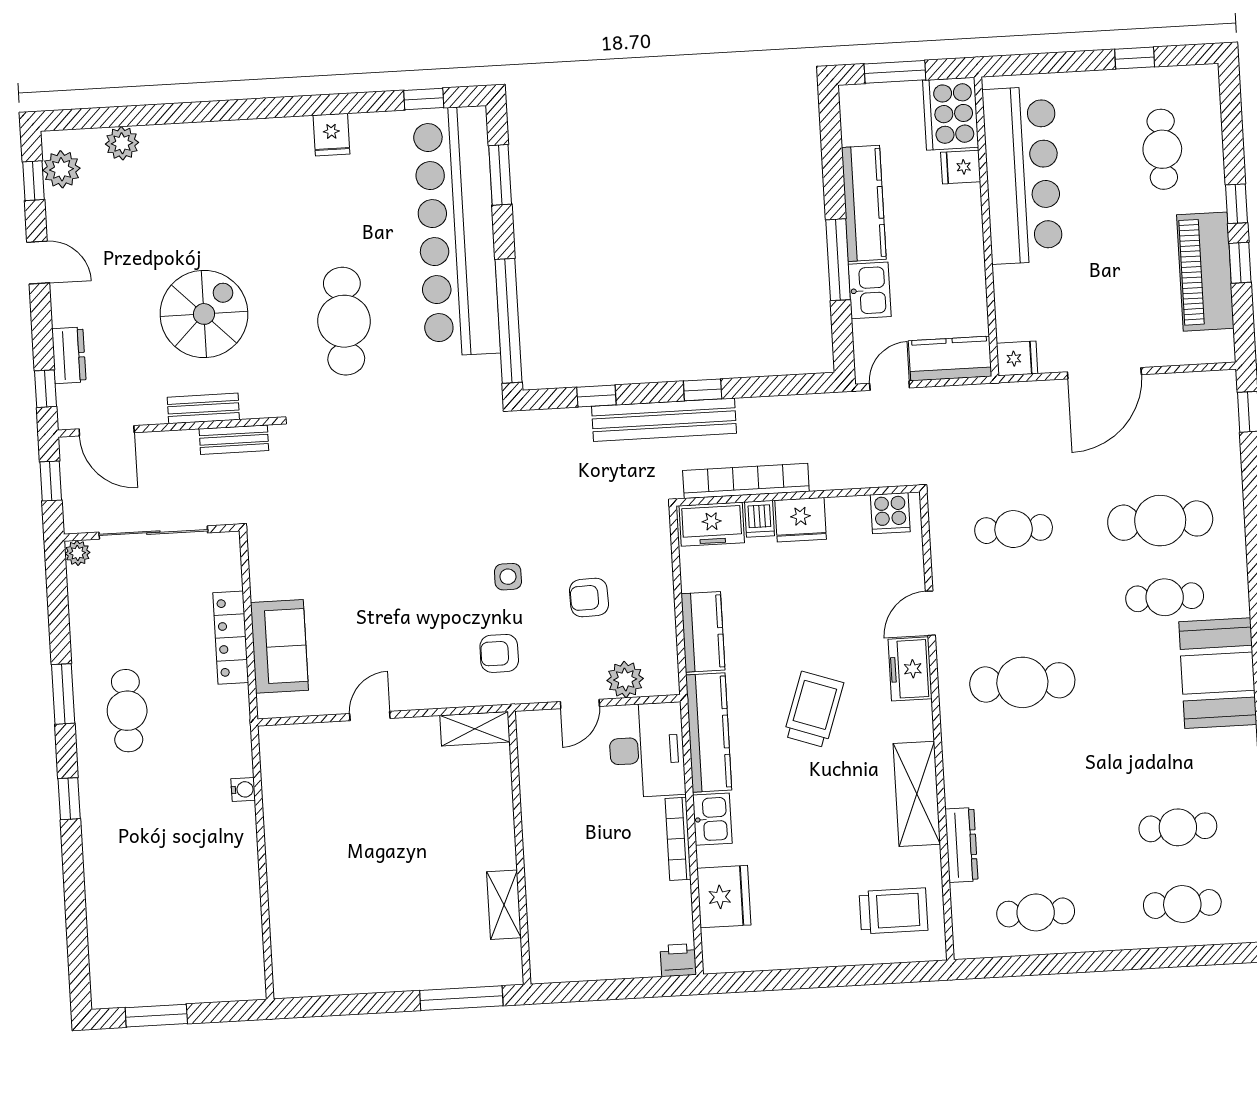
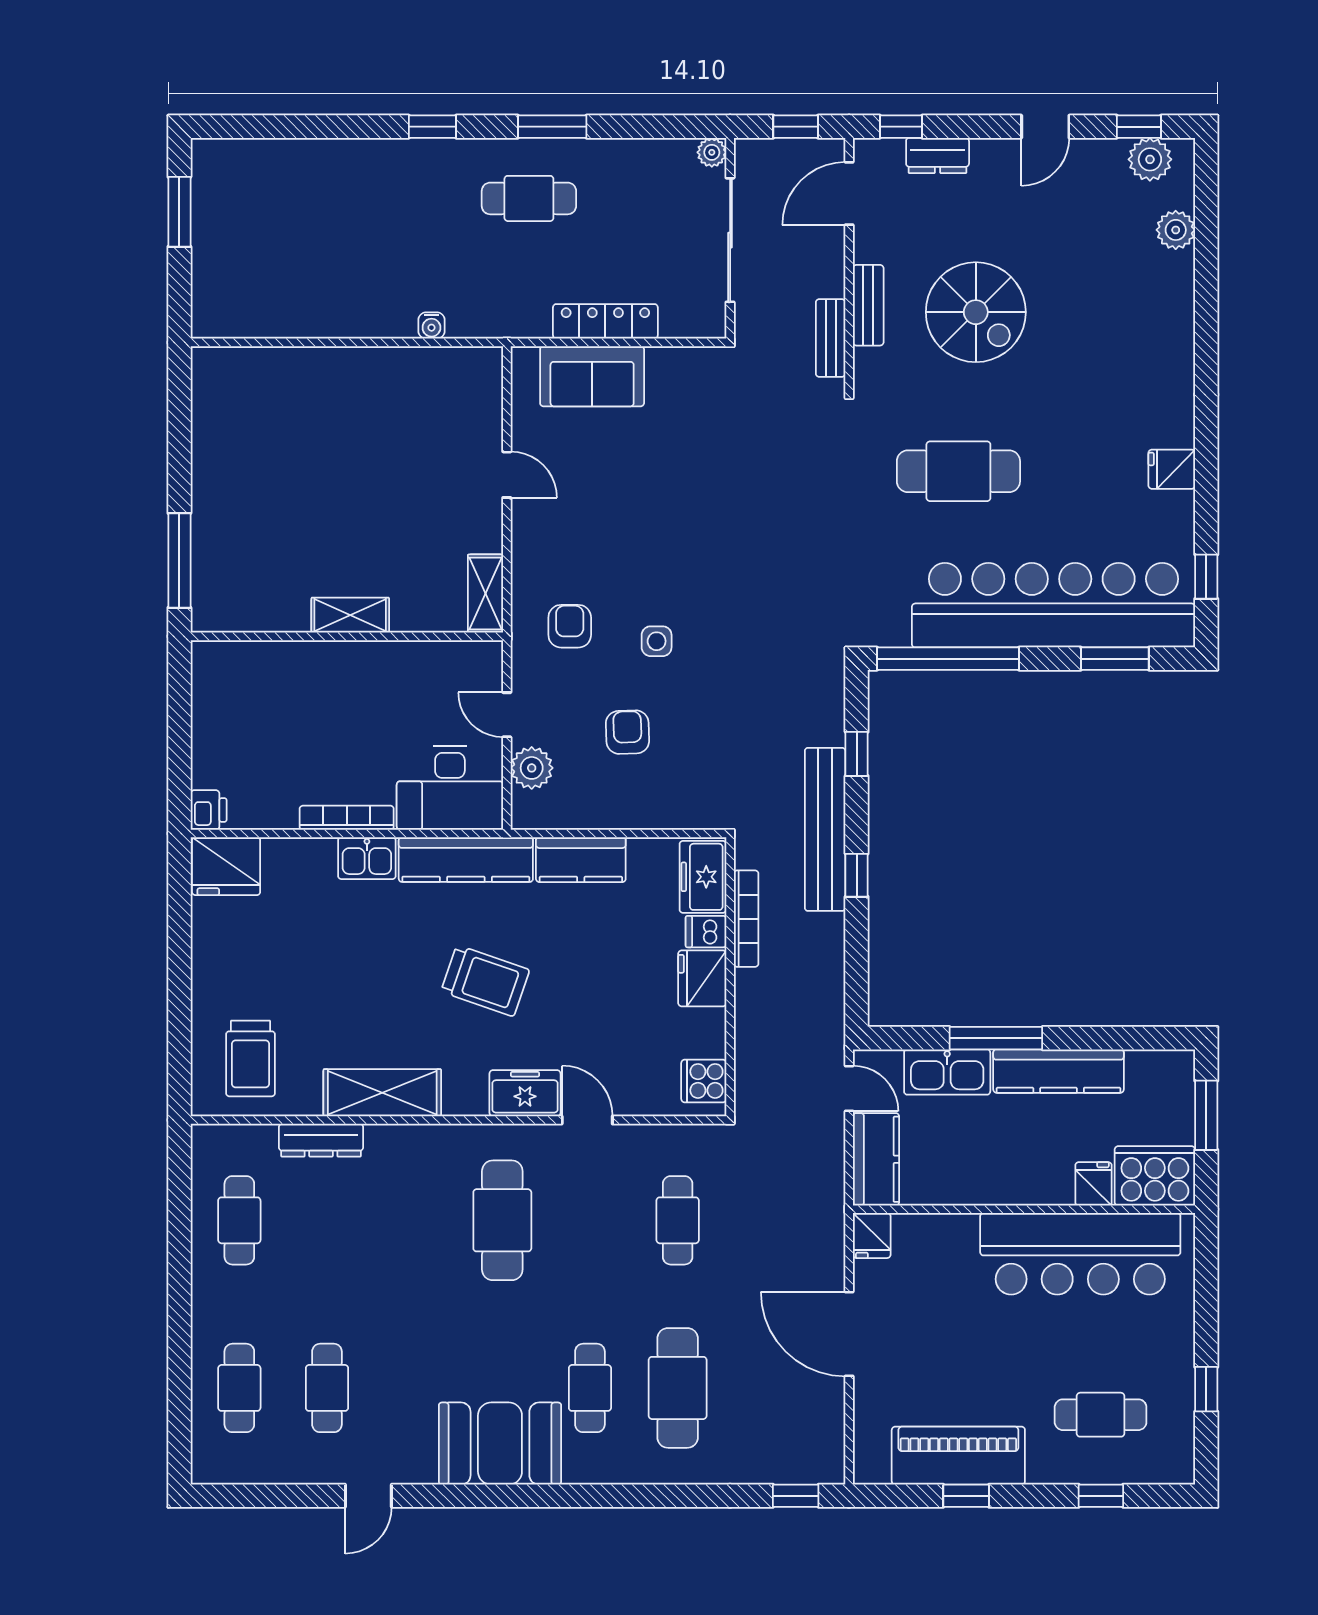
window: (1237, 204) -> (1101, 1496), moved
kitchen sink: (870, 290) -> (947, 1072), width x1.38
bookcase: (746, 481) -> (746, 919), width x0.68, depth x0.76
fridge: (724, 897) -> (226, 866), moved
shelving: (504, 905) -> (350, 615), moved

